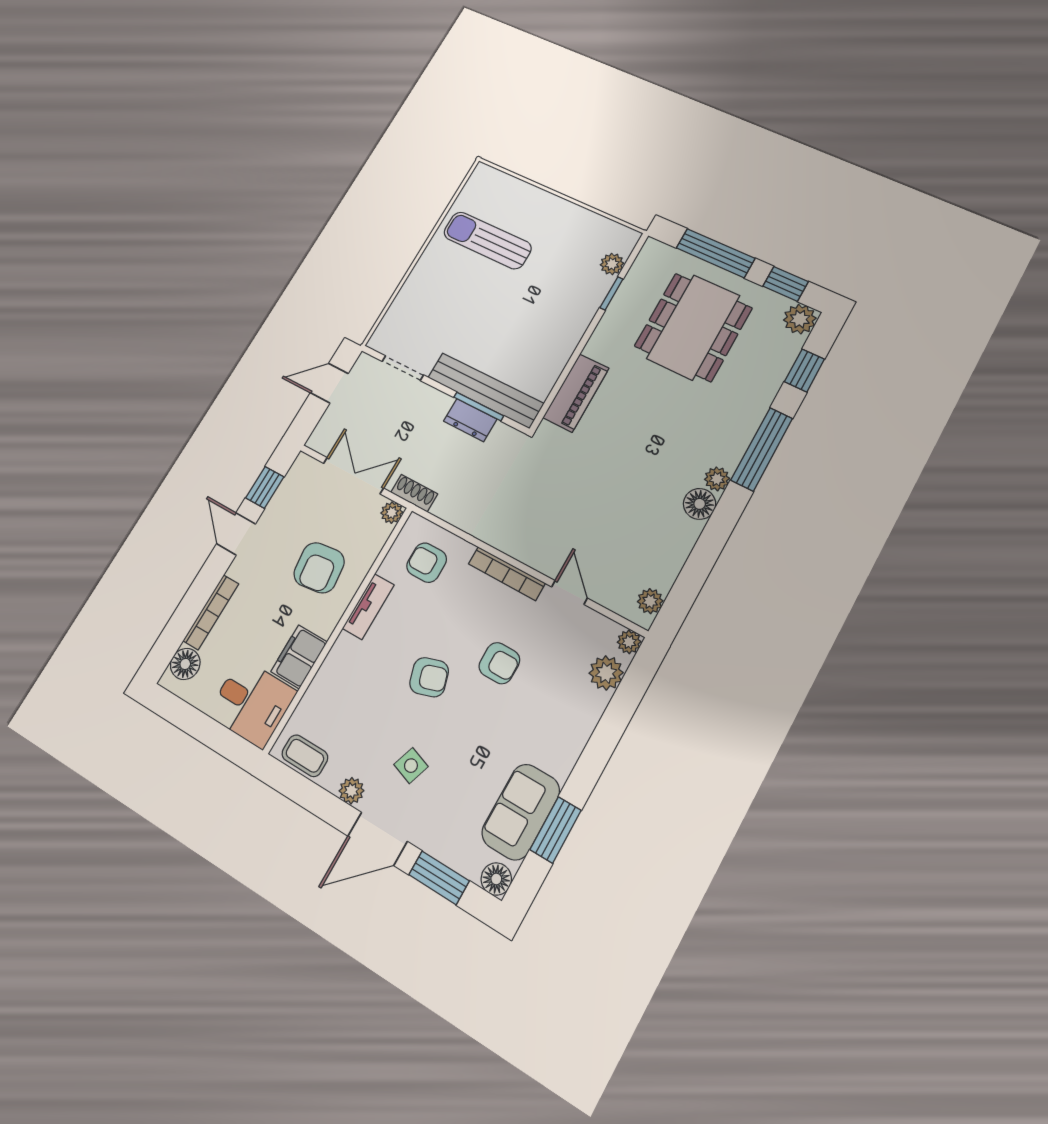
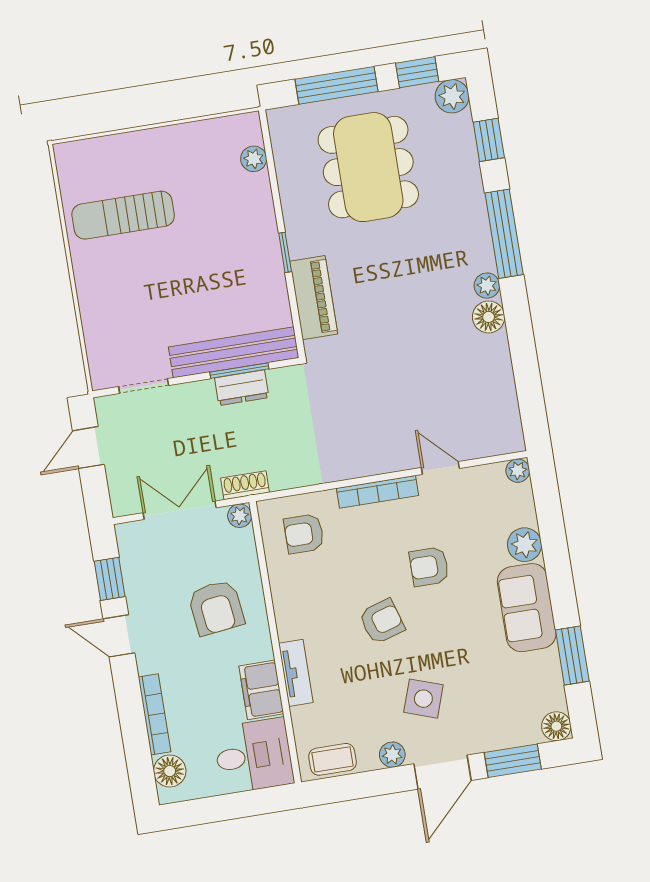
window: (611, 293) -> (285, 252), moved
plant: (650, 601) -> (509, 426), removed
tv unit: (368, 607) -> (296, 673), moved
armchair: (499, 663) -> (429, 567), turned 180
plant: (606, 673) -> (525, 545), moved
side table: (411, 766) -> (423, 699), width x1.37, depth x1.37
sofa: (521, 812) -> (527, 608), moved

